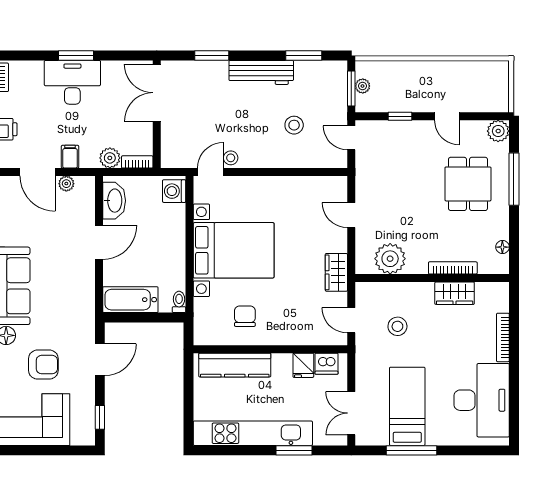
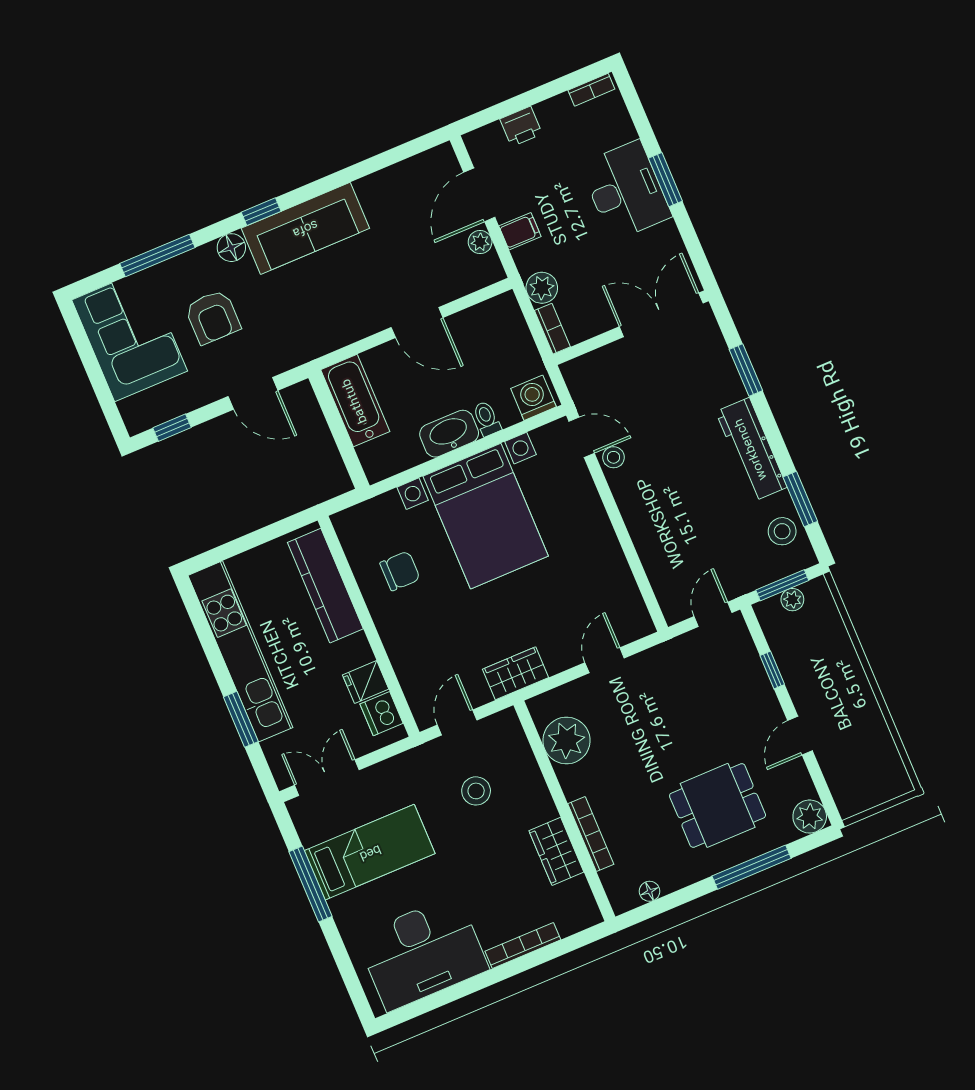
stool: (294, 125) -> (782, 531), moved
washbasin: (114, 201) -> (449, 434), moved, turned 180
toilet: (179, 302) -> (487, 419), moved, turned -90

